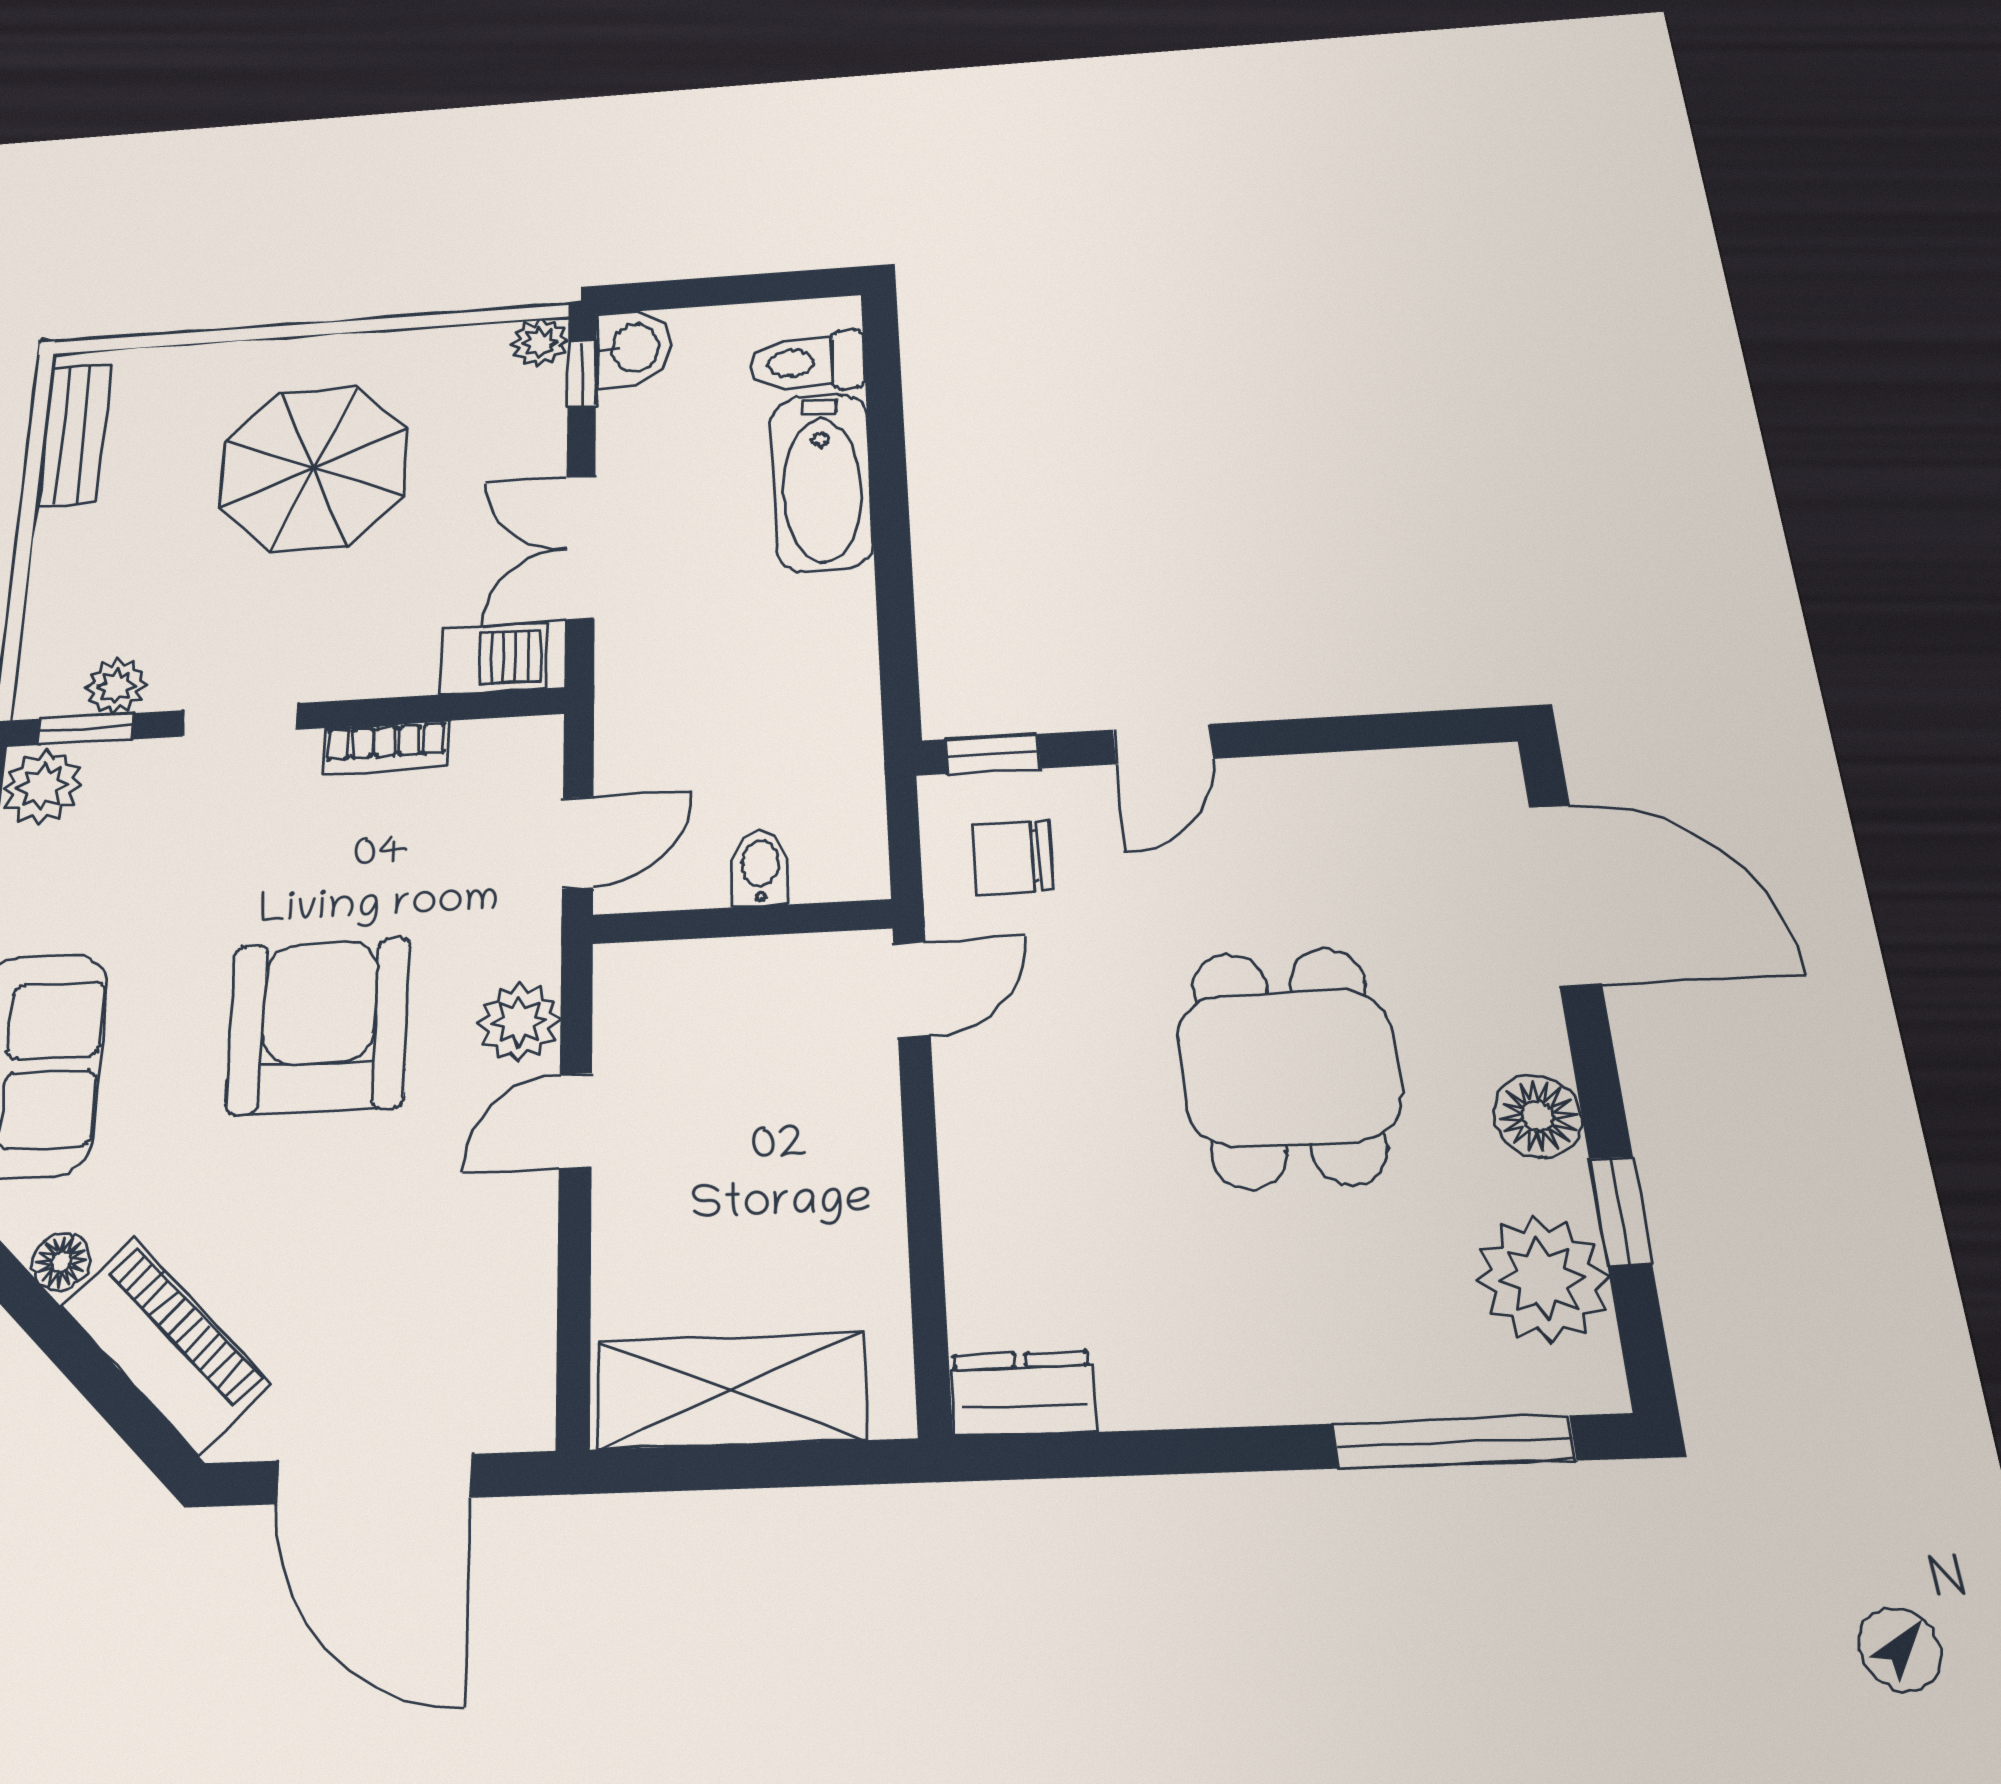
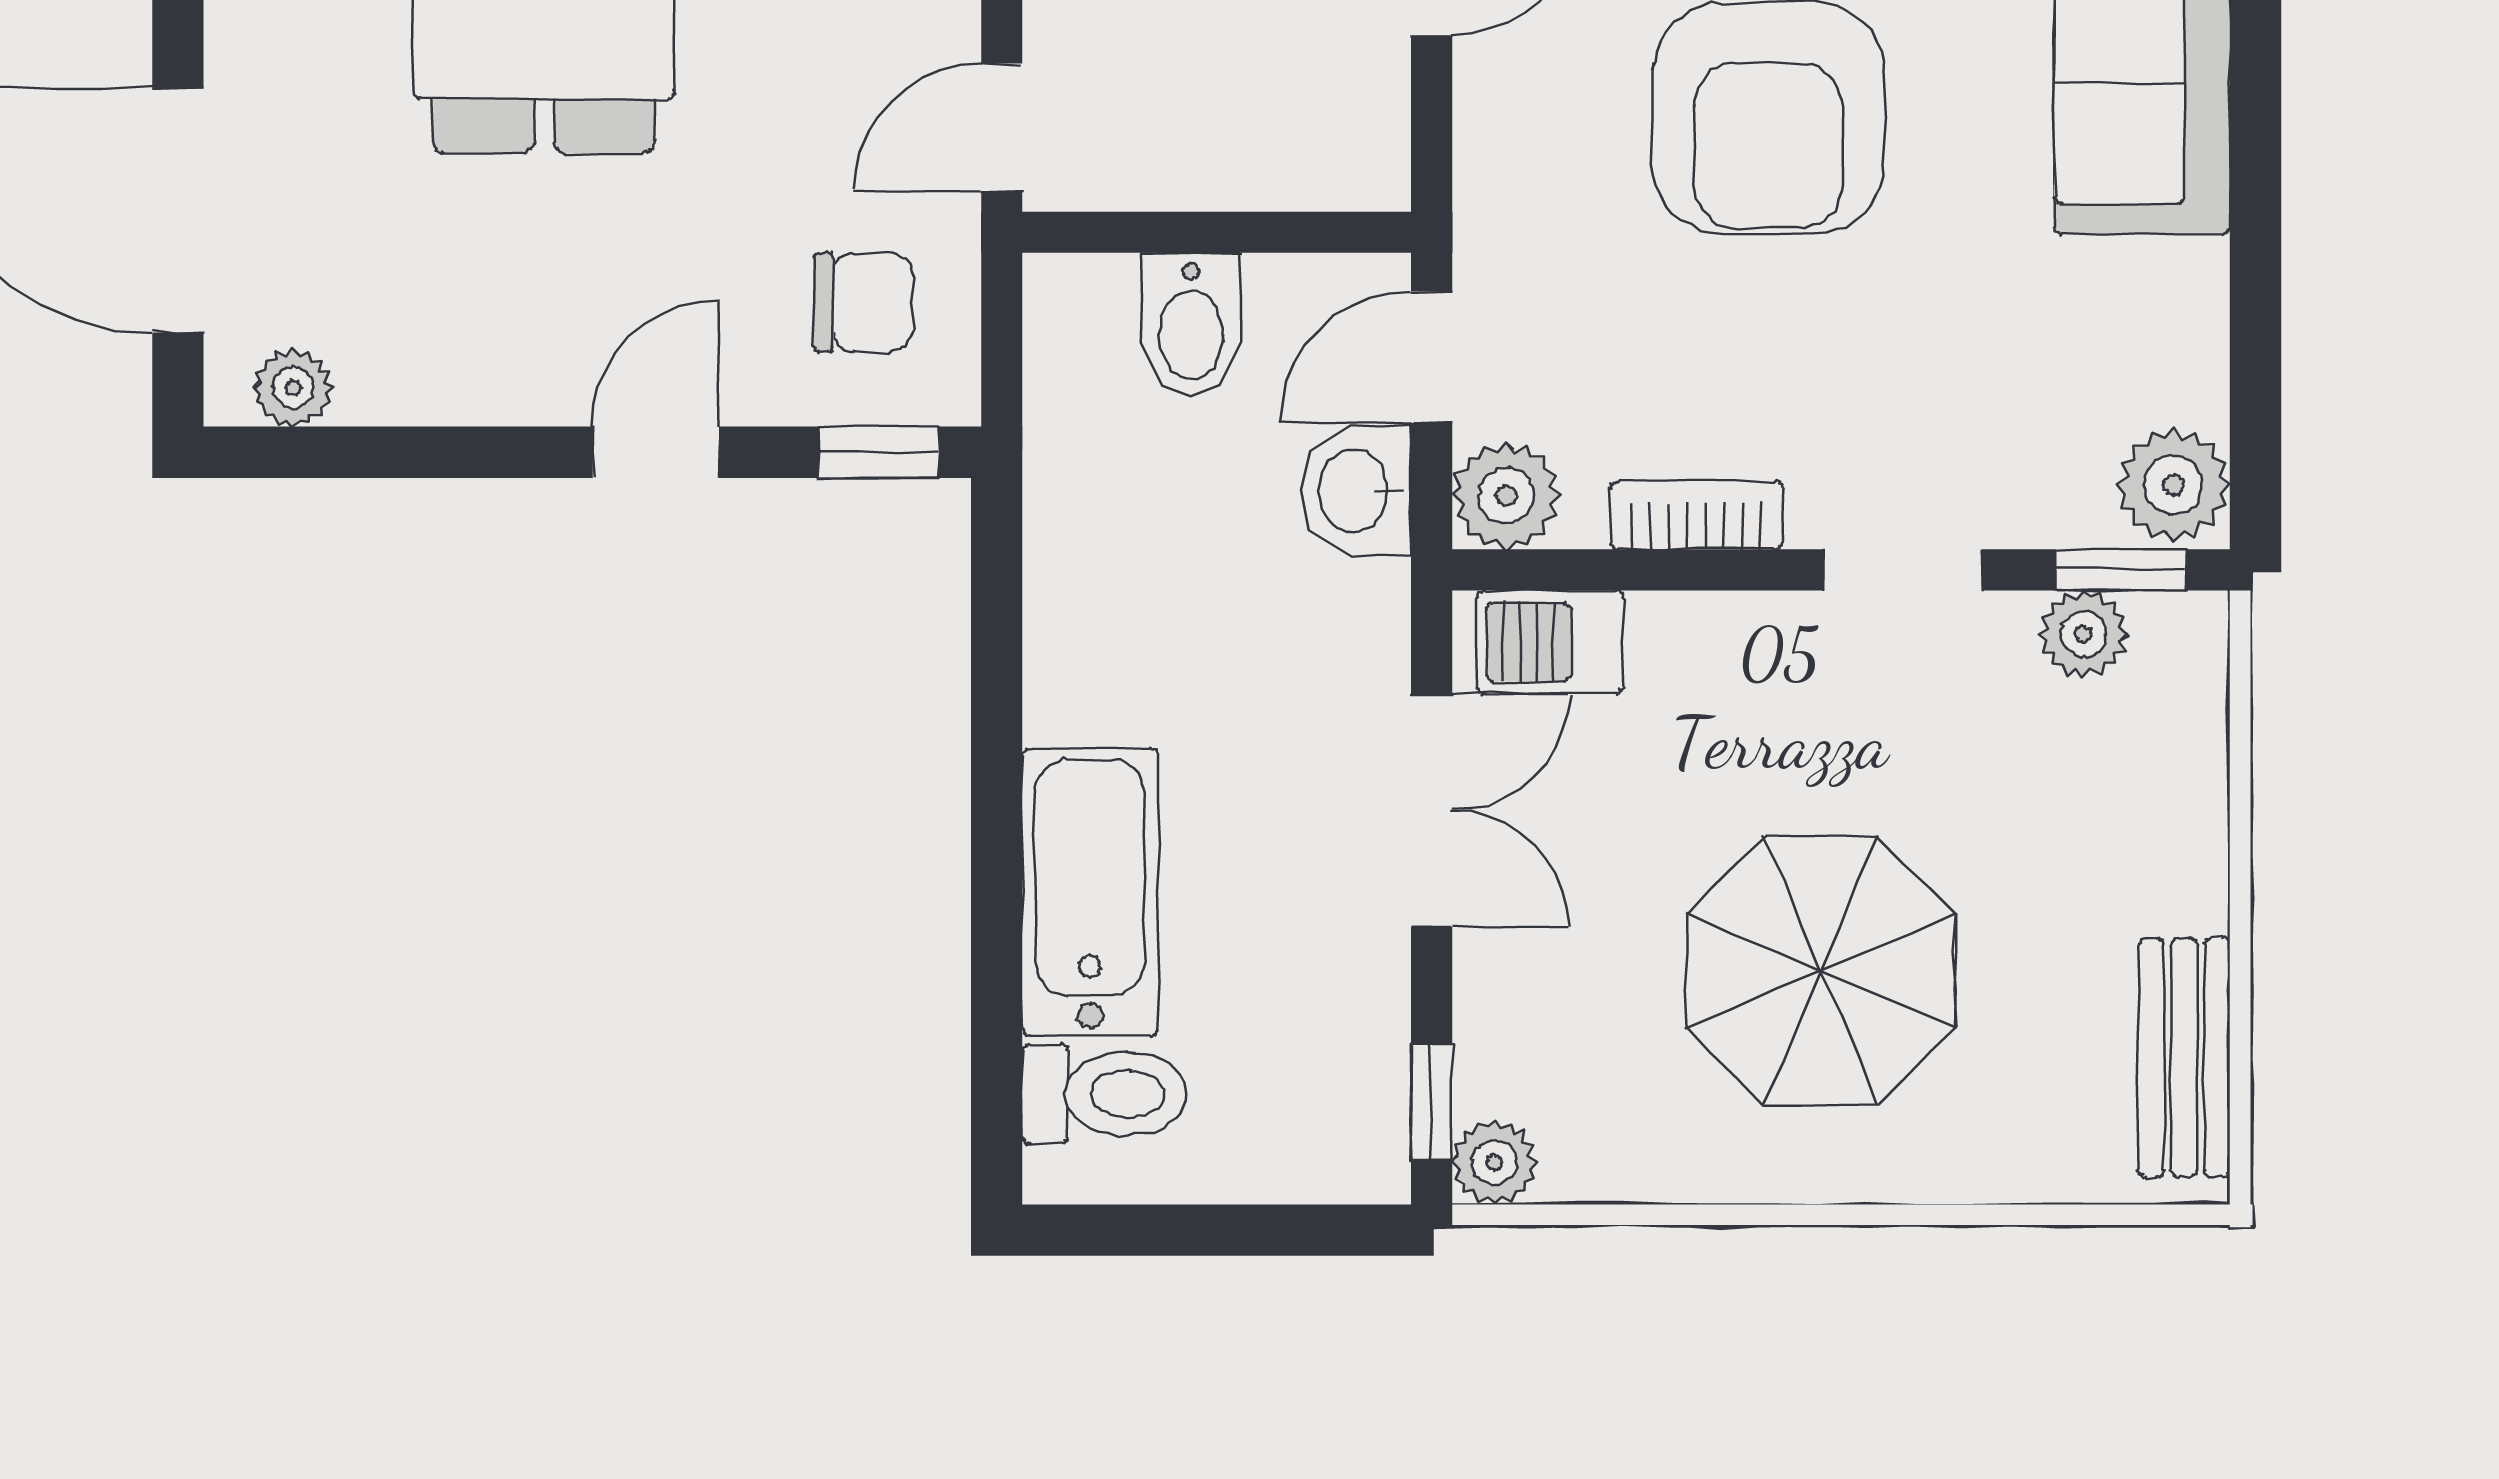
washbasin: (633, 348) -> (1356, 490), moved
plant: (1451, 773) -> (293, 388), added
bidet: (760, 869) -> (1191, 324), width x1.38, depth x1.36
plant: (519, 1022) -> (1506, 496), moved

